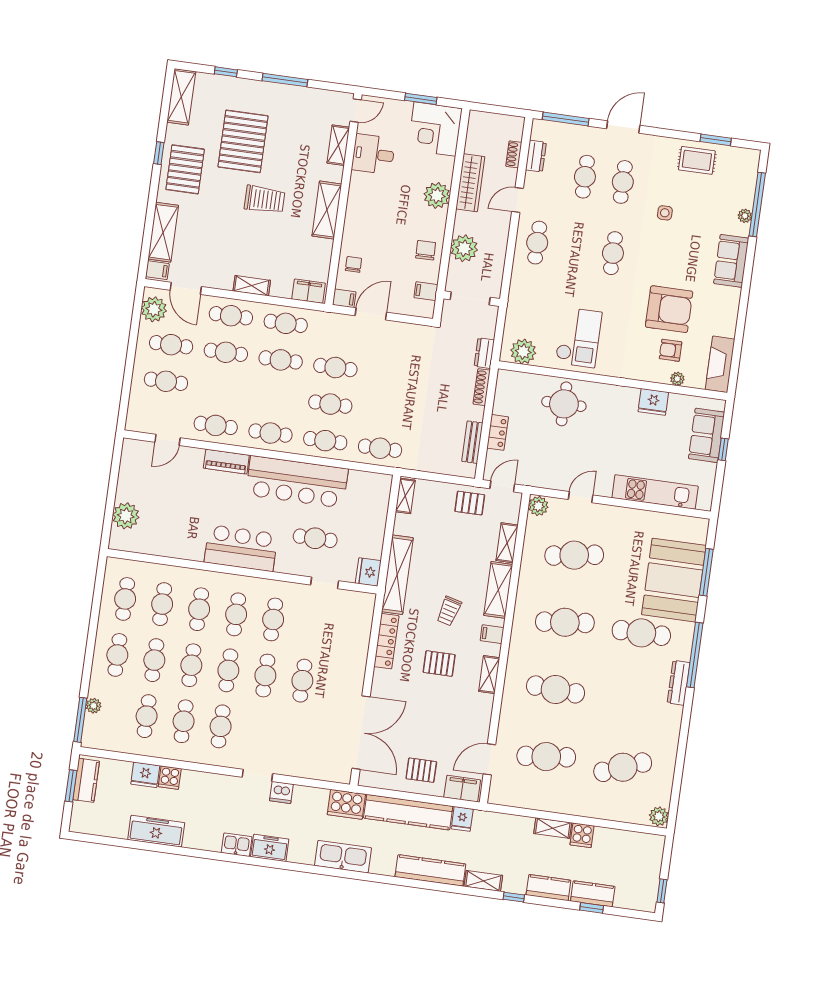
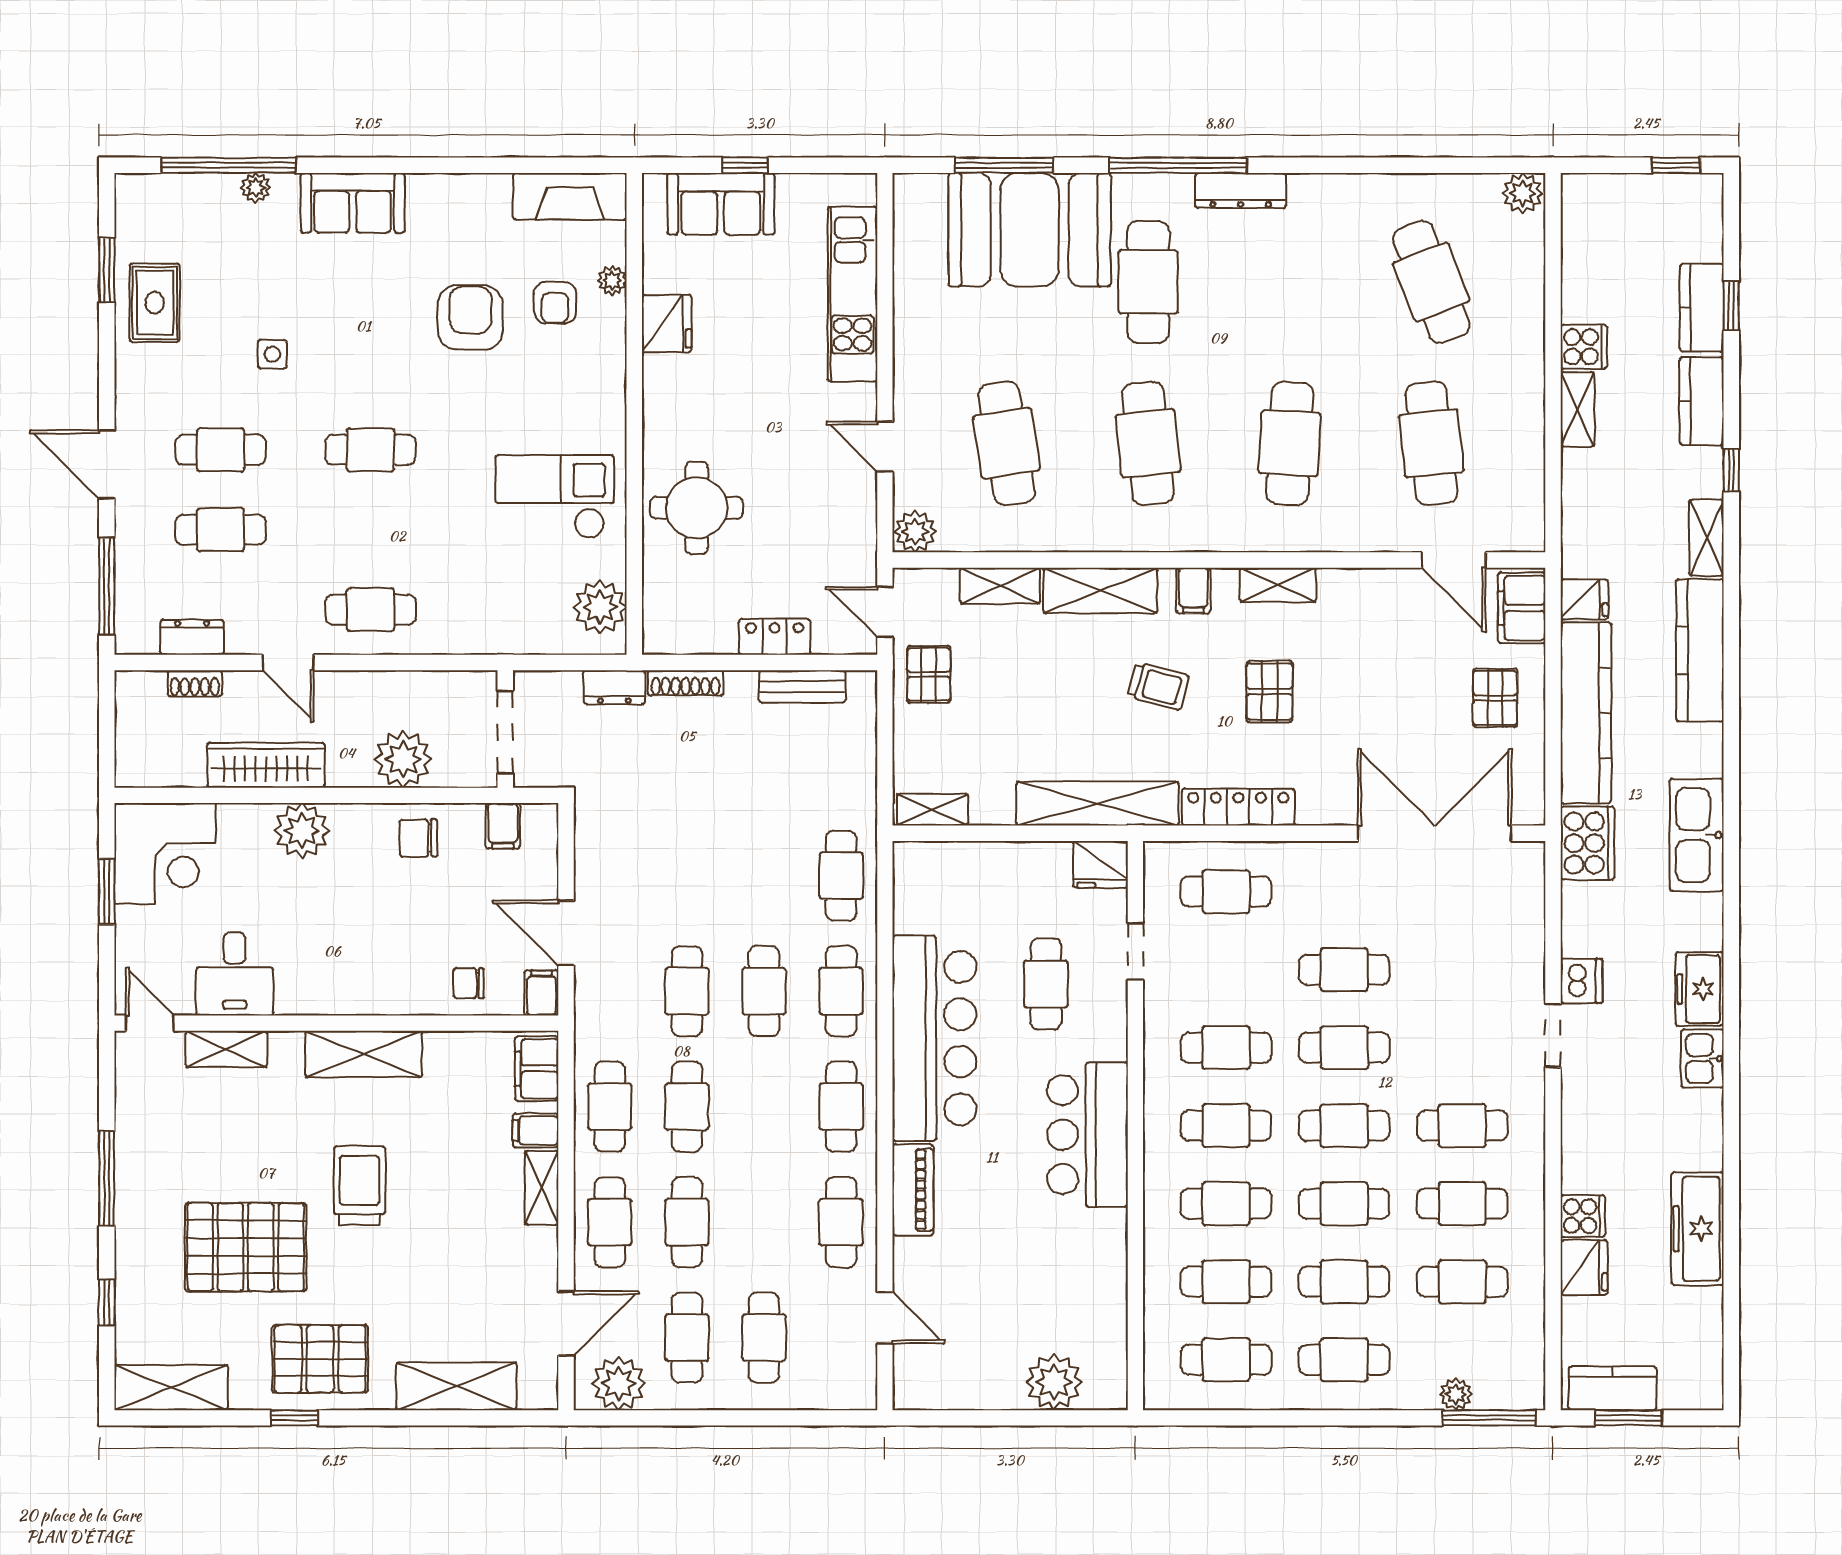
filing cabinet: (157, 270) -> (536, 1130), moved, turned -90
armchair: (669, 309) -> (470, 318), width x0.73, depth x0.73
cafe table: (347, 630) -> (1226, 892), added

